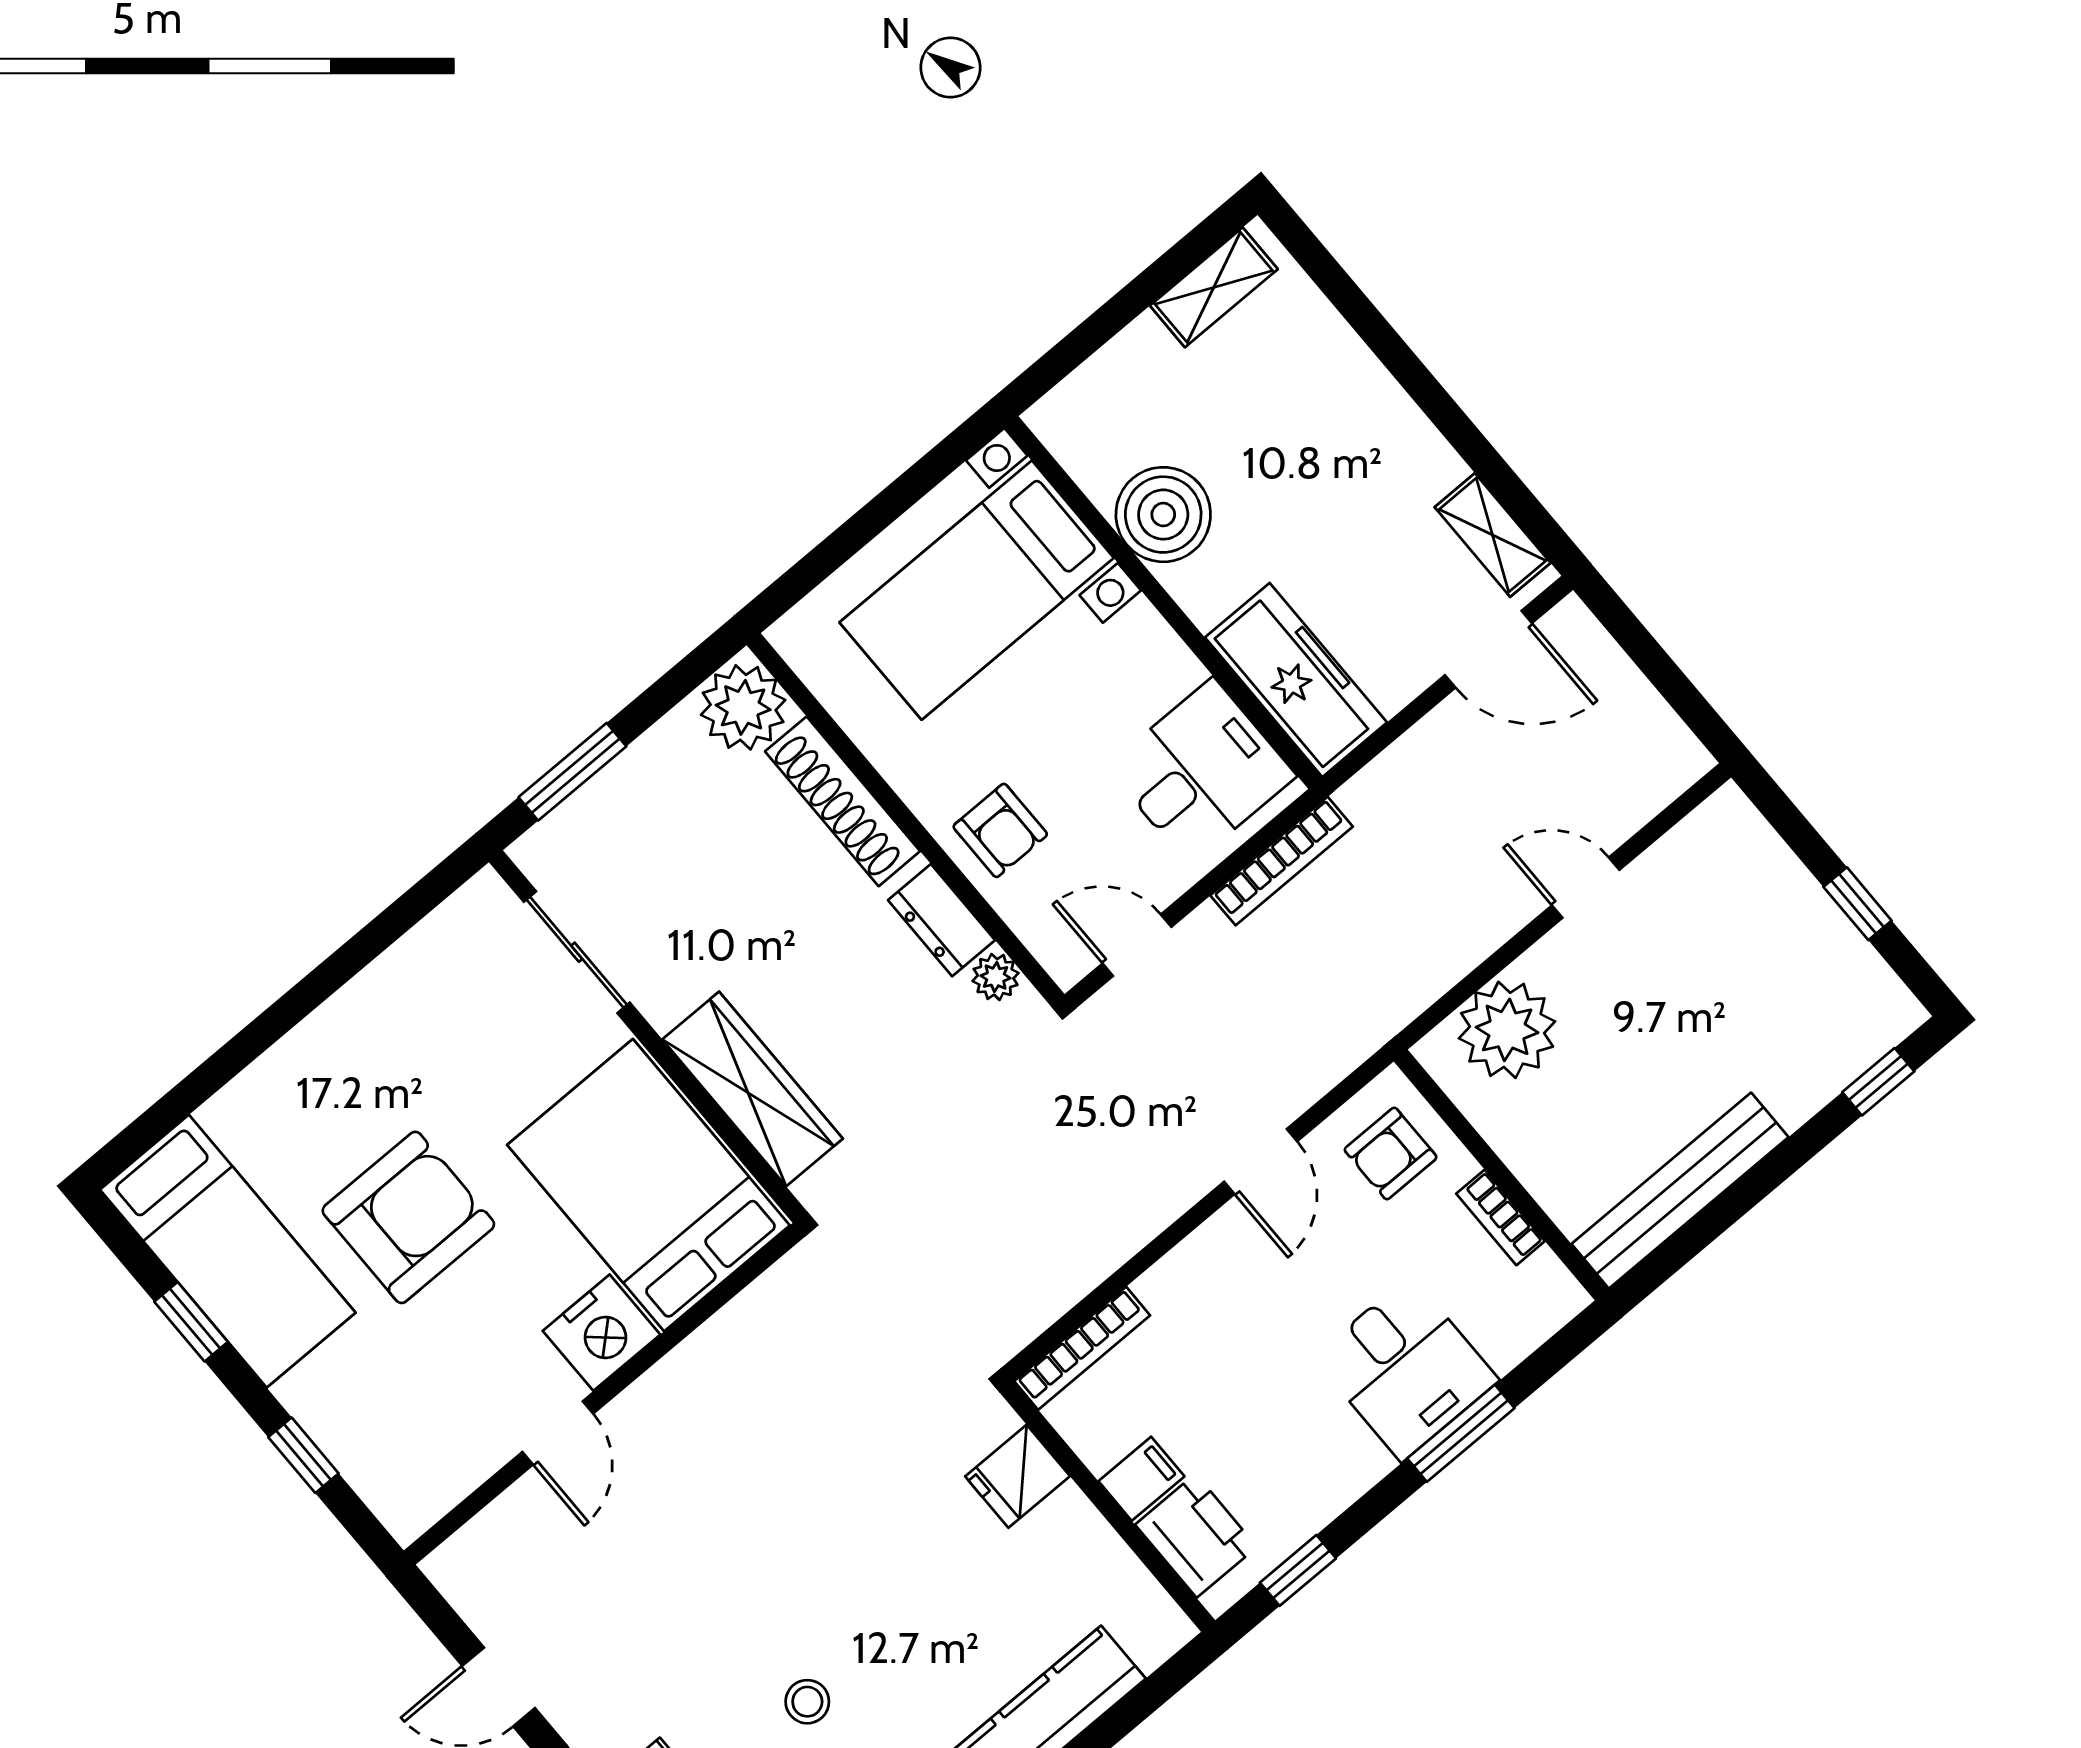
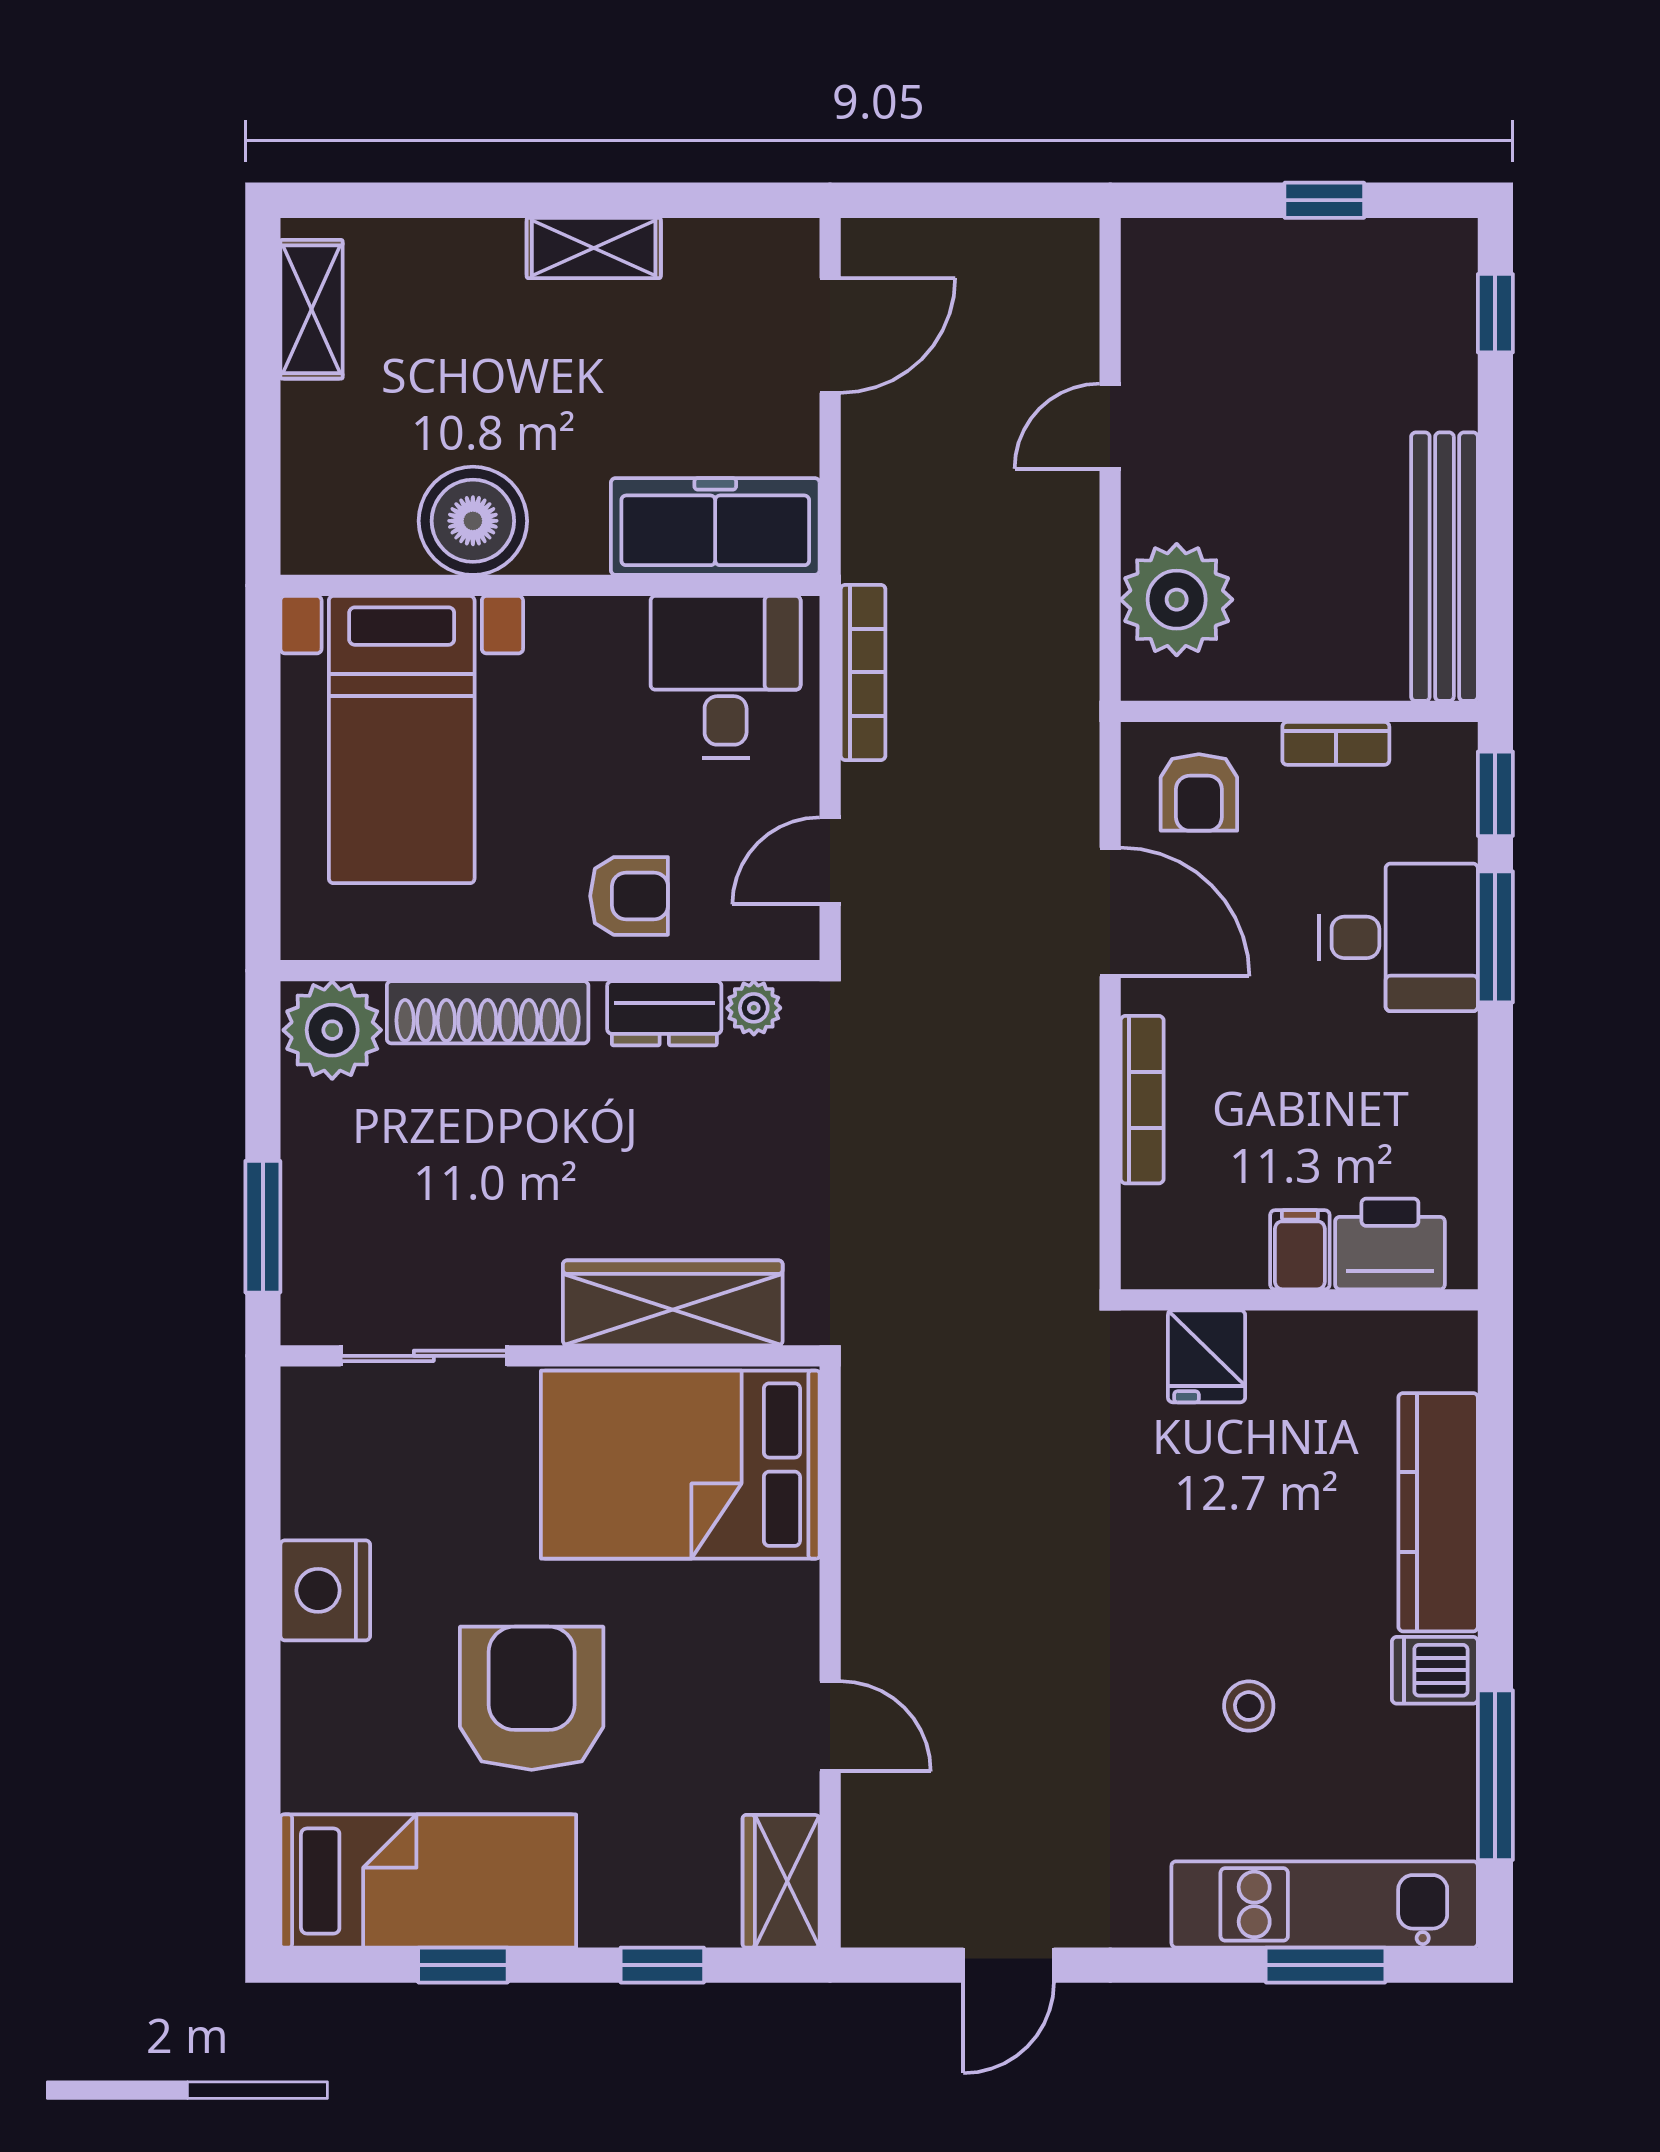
shelving: (1493, 535) -> (594, 248), moved
door: (1261, 1161) -> (1110, 912), width x1.38
nightstand: (601, 1333) -> (325, 1590), moved, turned 180
bookcase: (1082, 1348) -> (1142, 1100), moved
wardrobe: (426, 1487) -> (781, 1881), added
window: (1298, 1570) -> (1495, 794), moved

